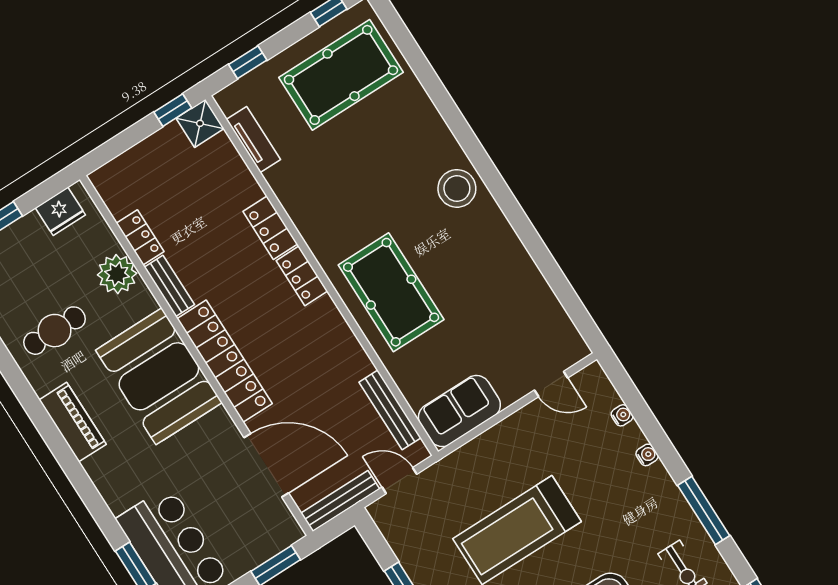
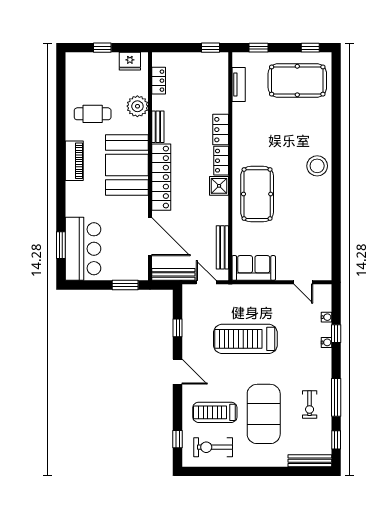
shower: (200, 123) -> (219, 186), moved
locker: (140, 237) -> (159, 81), moved
window: (653, 431) -> (336, 334), added
window: (704, 511) -> (336, 397), moved

